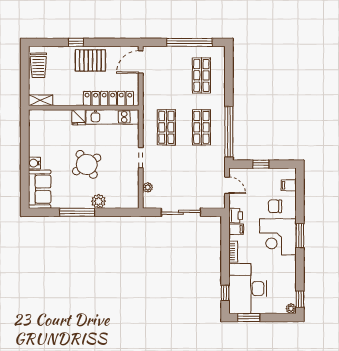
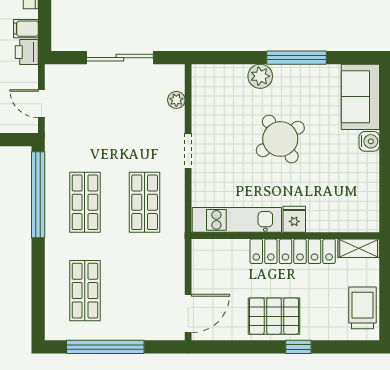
locker: (108, 98) -> (293, 251), moved

